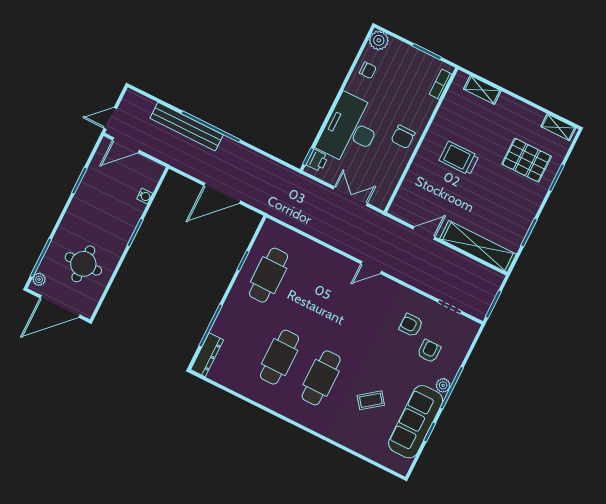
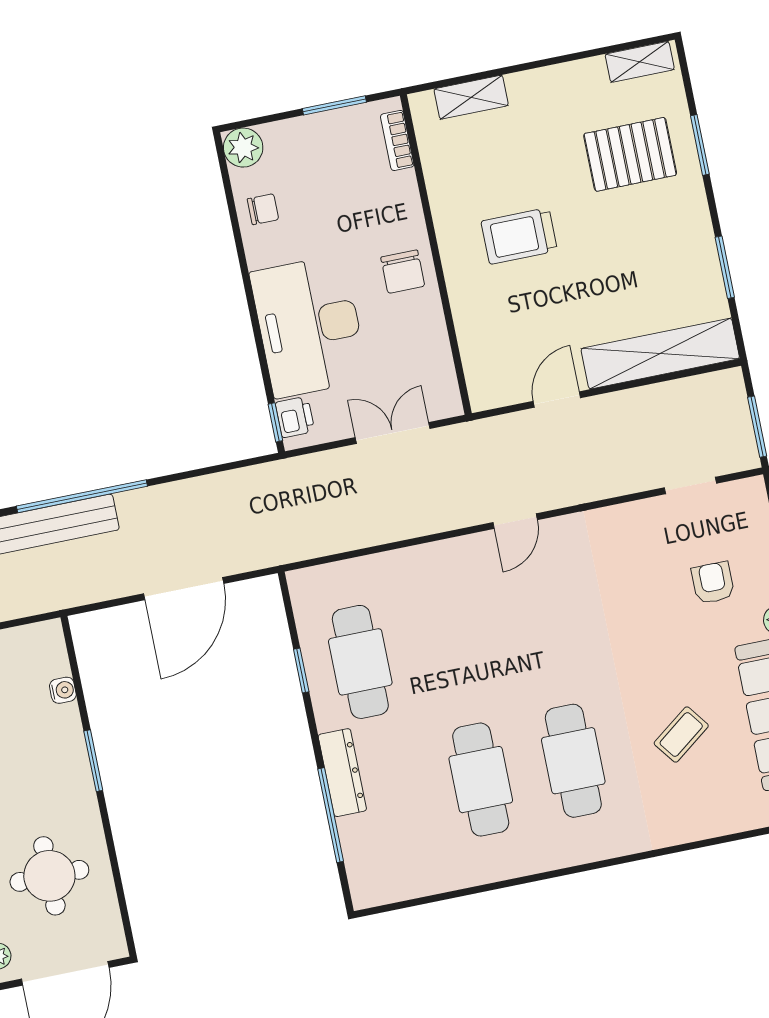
armchair: (411, 325) -> (651, 564), removed
dresser: (207, 355) -> (342, 773), moved

